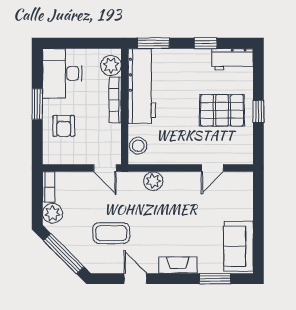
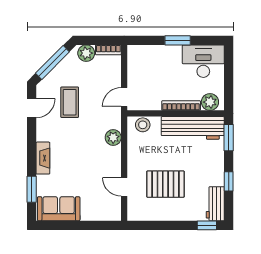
pallet: (222, 110) -> (165, 184), moved, turned 90
window: (258, 111) -> (207, 225), moved
armchair: (64, 126) -> (159, 62), removed
door: (135, 279) -> (32, 108), moved

